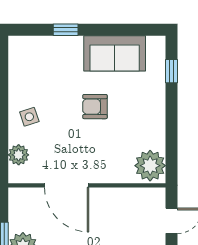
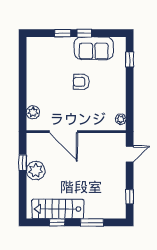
window: (100, 30) -> (84, 33), added
side table: (29, 117) -> (40, 88), removed
plant: (150, 166) -> (121, 119), width x0.53, depth x0.53

